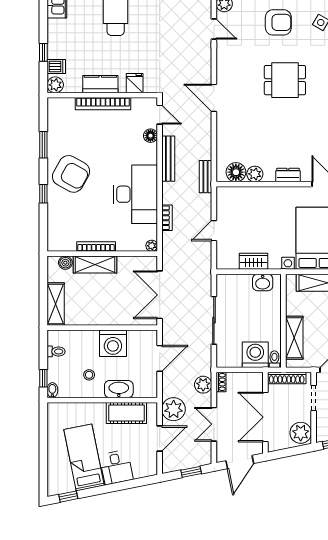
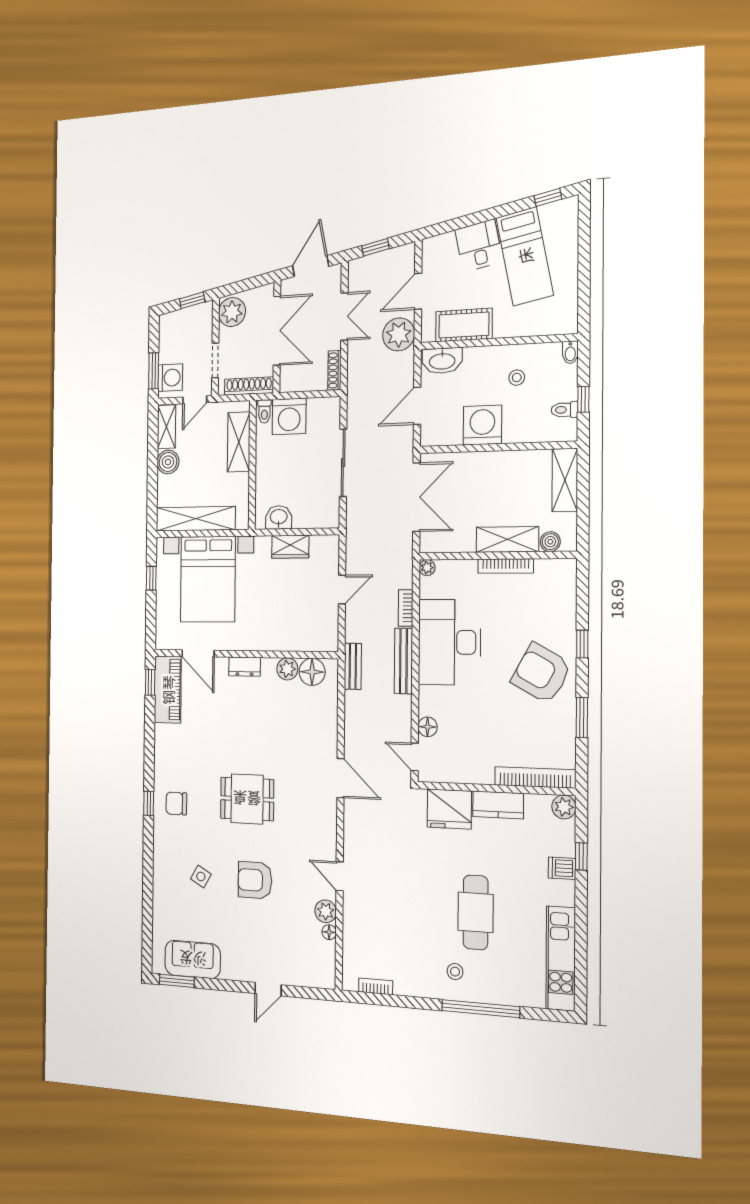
dishwasher: (56, 67) -> (562, 868), moved
fridge: (135, 83) -> (449, 809), width x1.88, depth x1.34
bookcase: (103, 104) -> (535, 777), moved
bench: (168, 159) -> (403, 661), moved
window: (43, 378) -> (583, 399), moved
shoe rack: (221, 382) -> (334, 370), width x1.43
plant: (203, 385) -> (358, 371), removed
washbasin: (119, 389) -> (442, 361), moved

